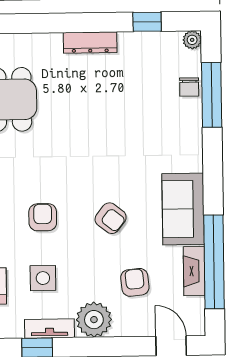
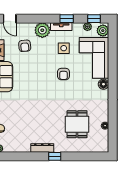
window: (147, 22) -> (55, 156), moved
armchair: (111, 218) -> (35, 73), removed

